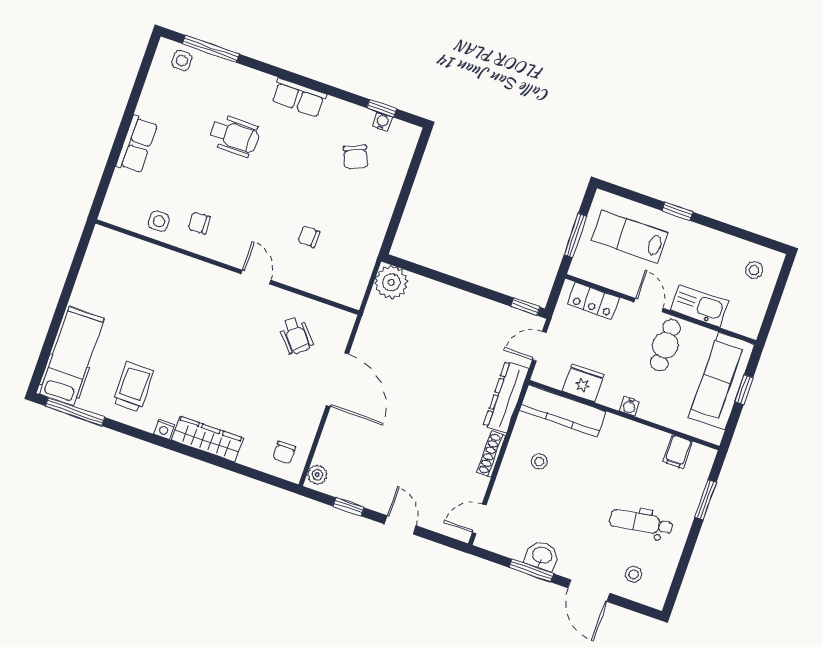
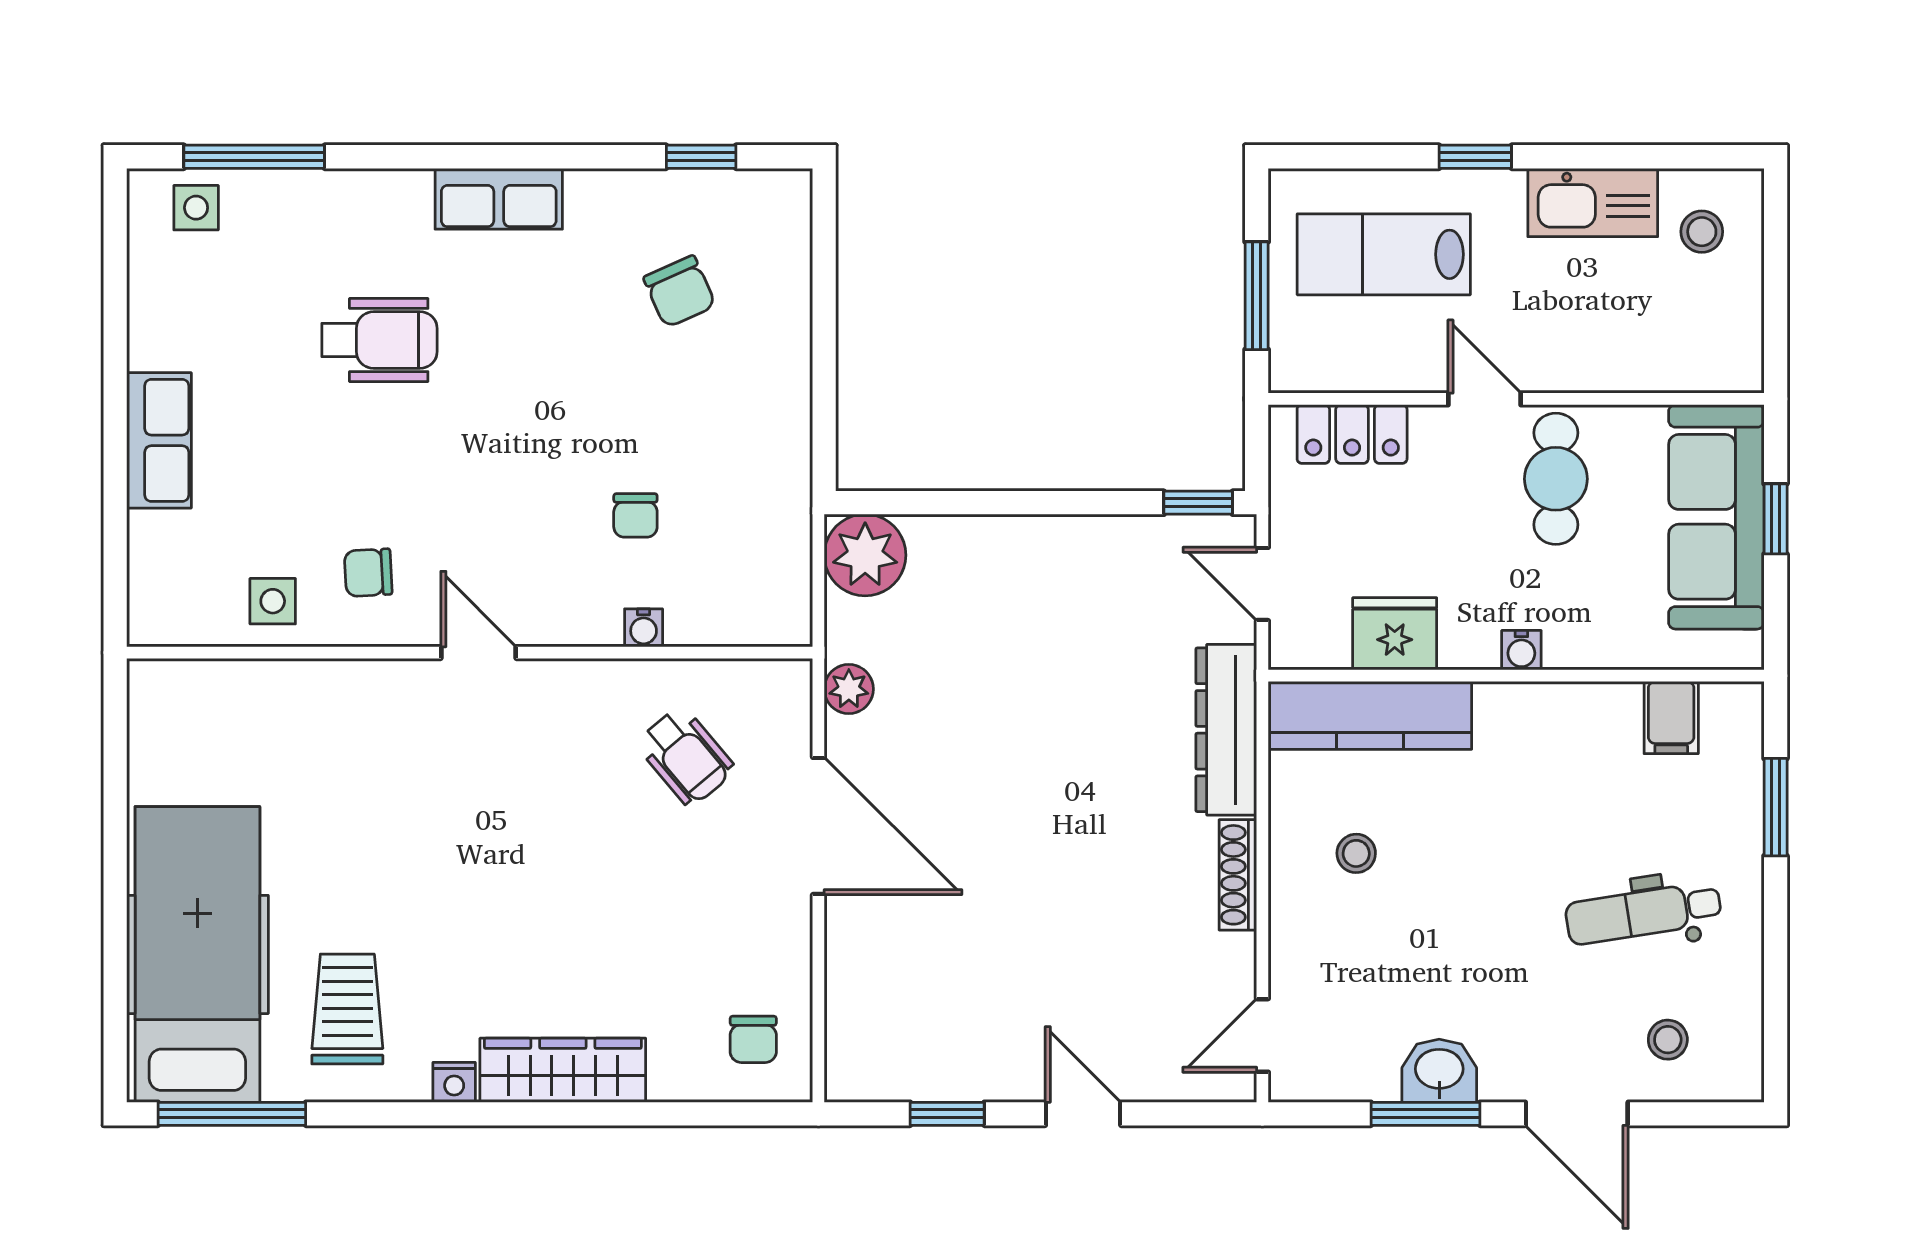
water cooler: (382, 122) -> (644, 628), moved, turned 180
chair: (309, 237) -> (635, 515), turned -92
door: (256, 277) -> (478, 653), moved
kitchen sink: (700, 306) -> (1593, 203), moved, turned 180
door: (539, 346) -> (1262, 584), hinge flipped
hospital bed: (71, 356) -> (197, 954), width x1.37, depth x1.29
plant: (317, 475) -> (849, 689), moved

